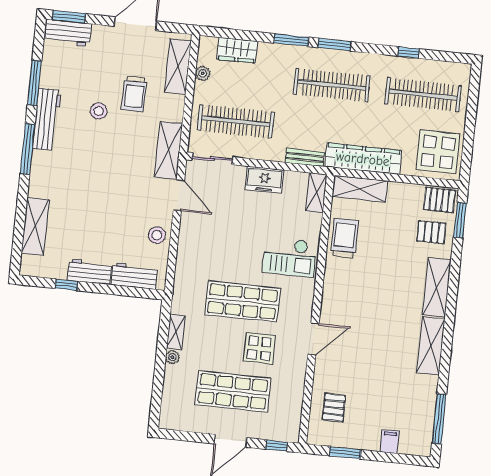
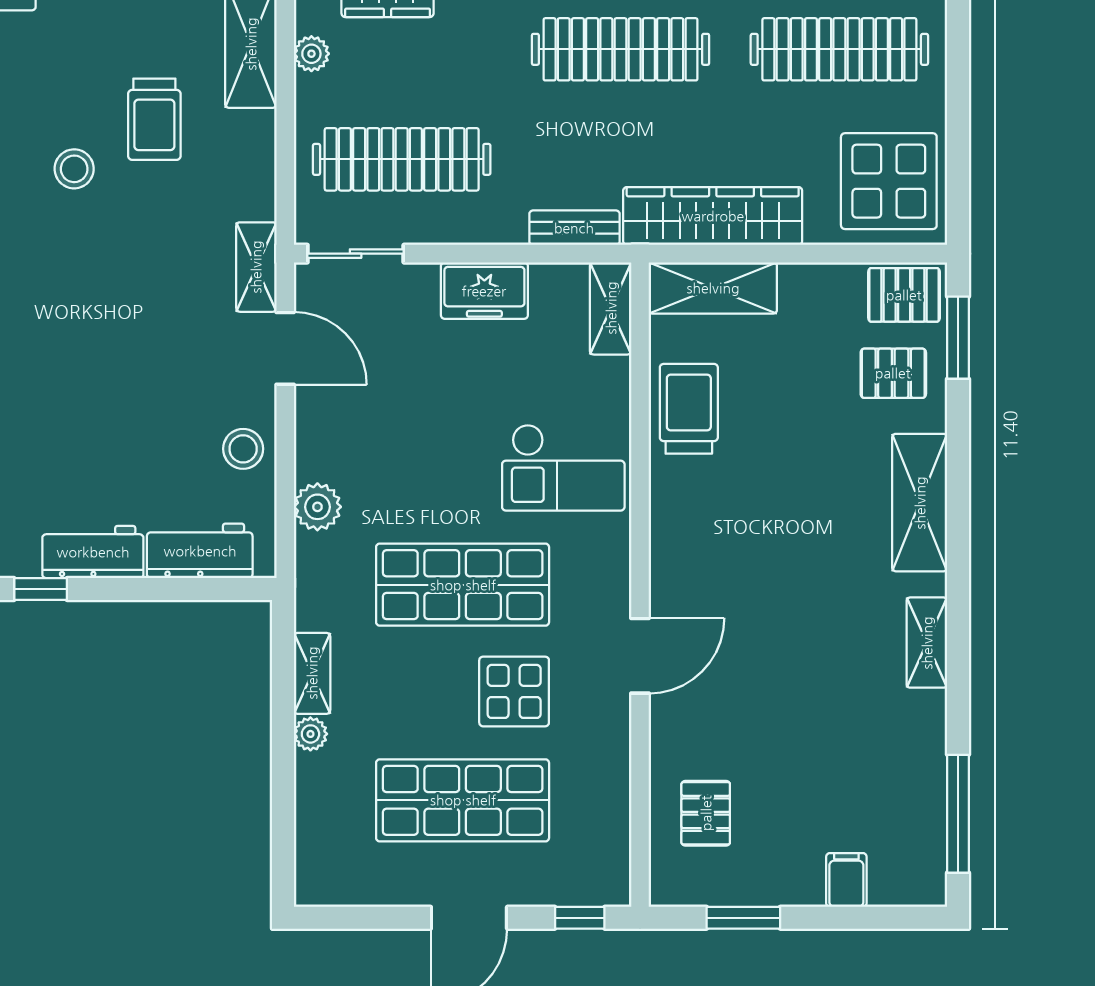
shelving: (169, 150) -> (256, 267), width x0.67, depth x0.75
plant: (185, 263) -> (317, 507), added
shelving: (431, 346) -> (927, 643), width x0.67, depth x0.75

